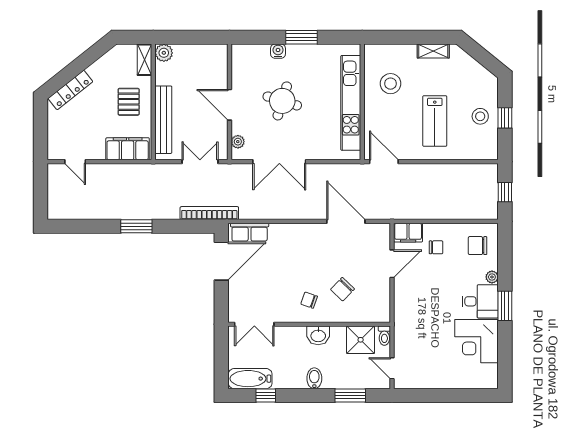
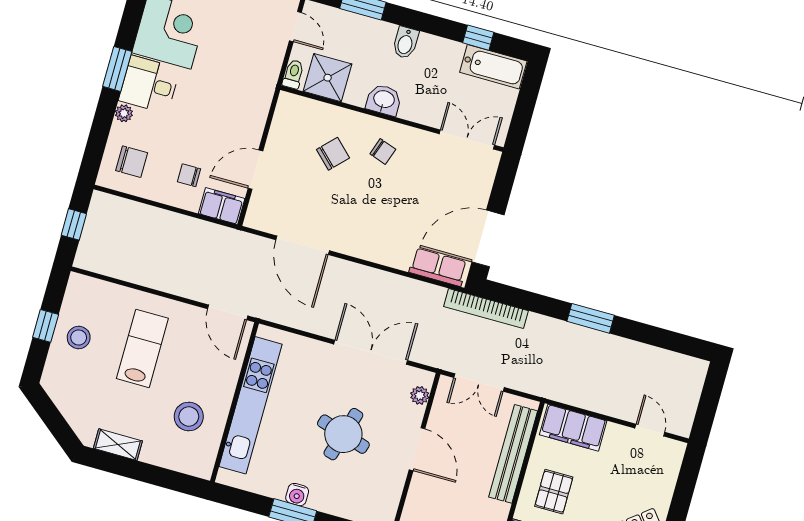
water cooler: (278, 51) -> (297, 495), moved

